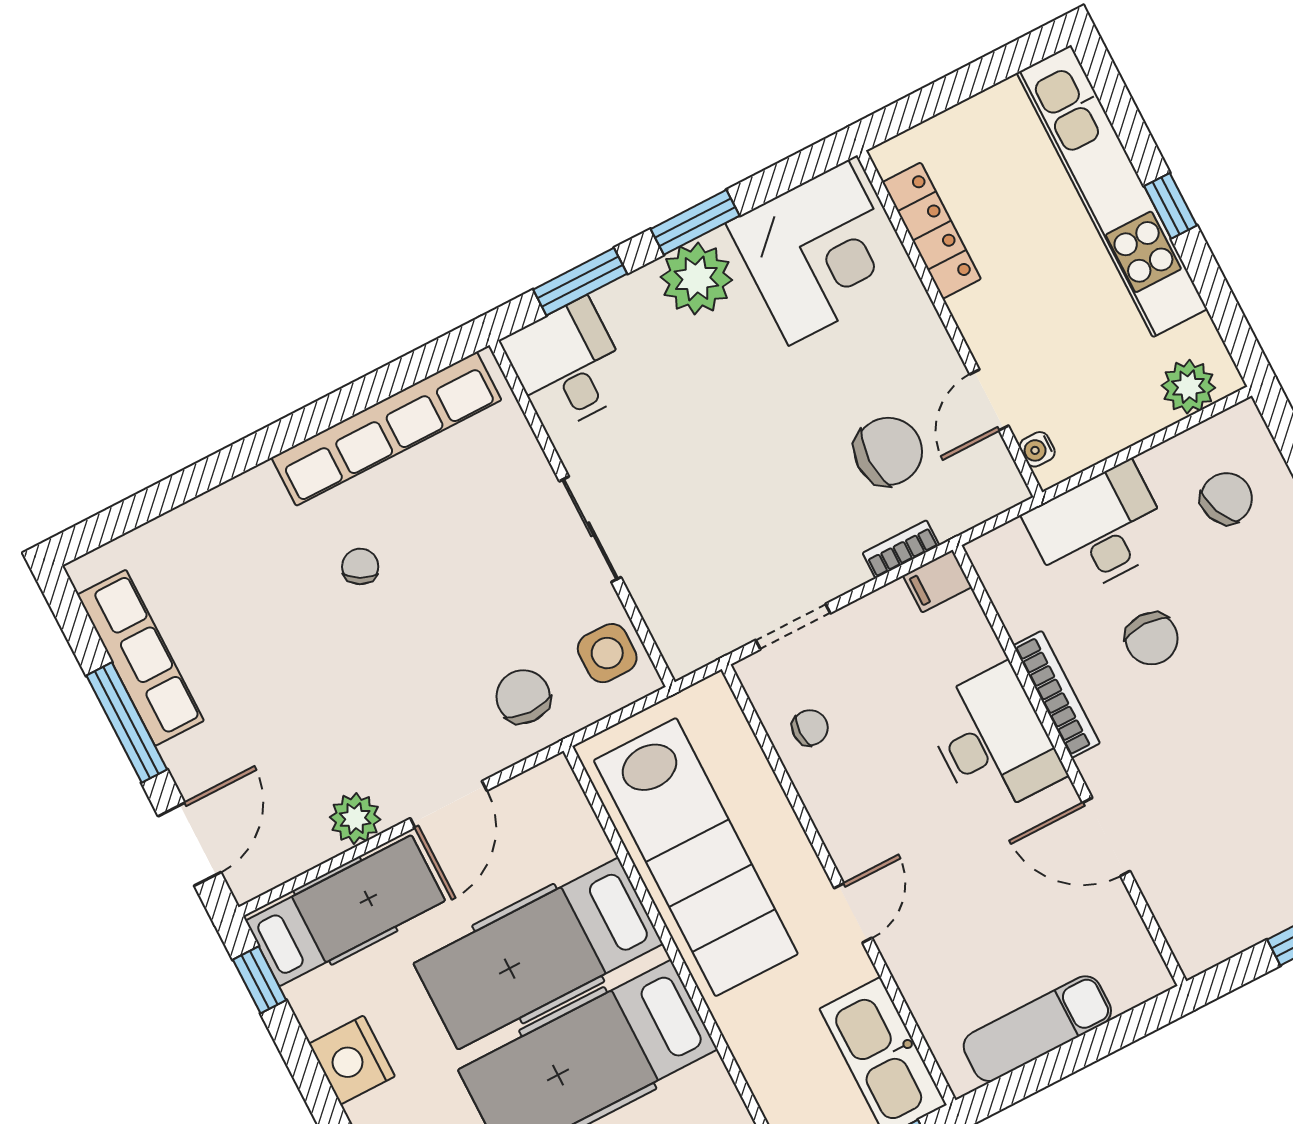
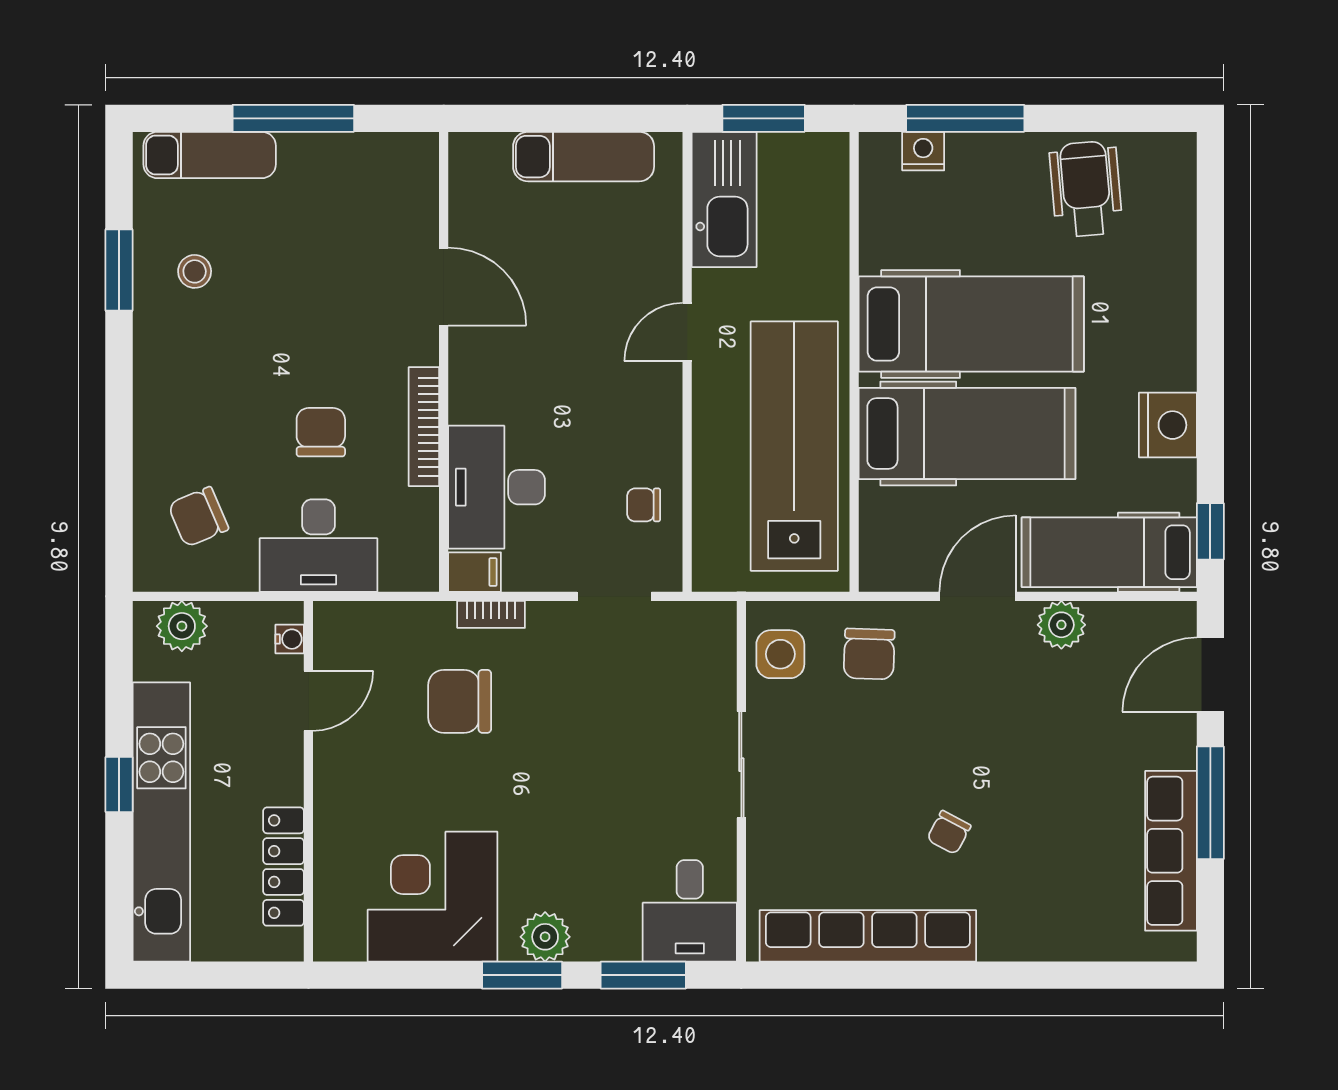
locker: (932, 231) -> (284, 867), moved
plant: (696, 278) -> (545, 937), width x0.73, depth x0.73
wall: (950, 324) -> (308, 781), moved
door: (989, 400) -> (308, 701), moved
water cooler: (1037, 449) -> (290, 639), moved
desk: (993, 741) -> (497, 487), moved

